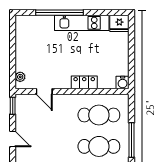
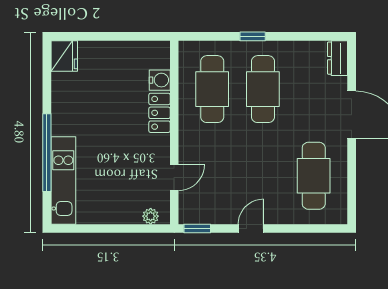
kitchen unit: (82, 23) -> (63, 180), moved
water cooler: (123, 83) -> (160, 80), moved
window: (132, 140) -> (253, 36), width x0.46

